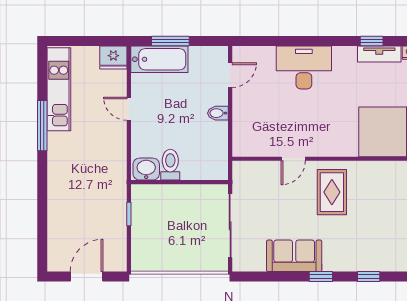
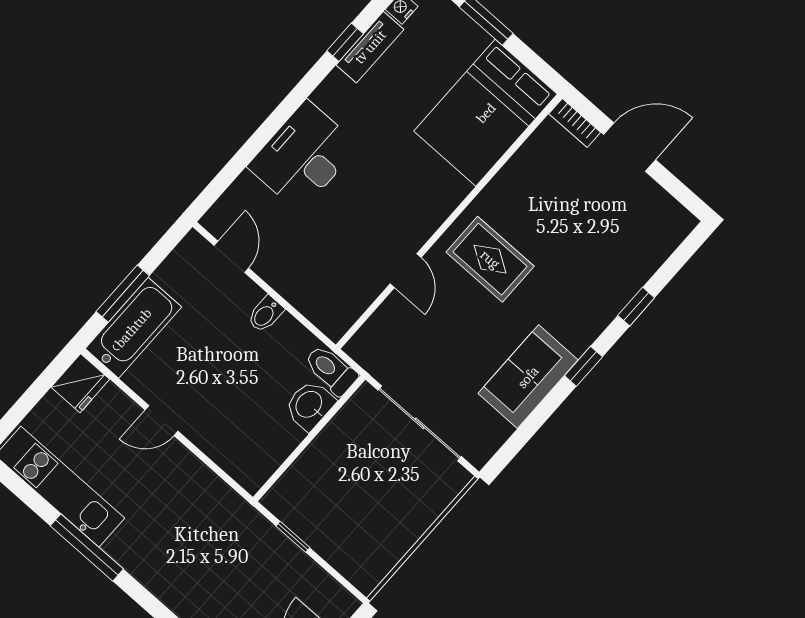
toilet: (170, 165) -> (331, 370), moved
washbasin: (146, 169) -> (310, 405), moved

